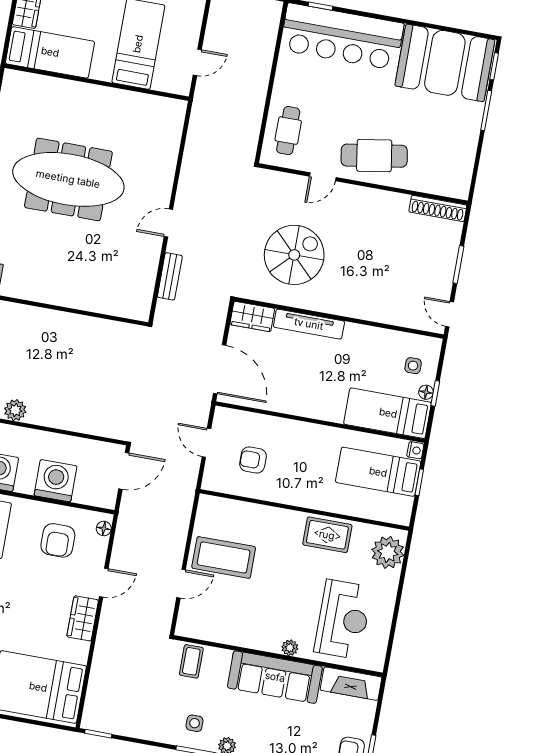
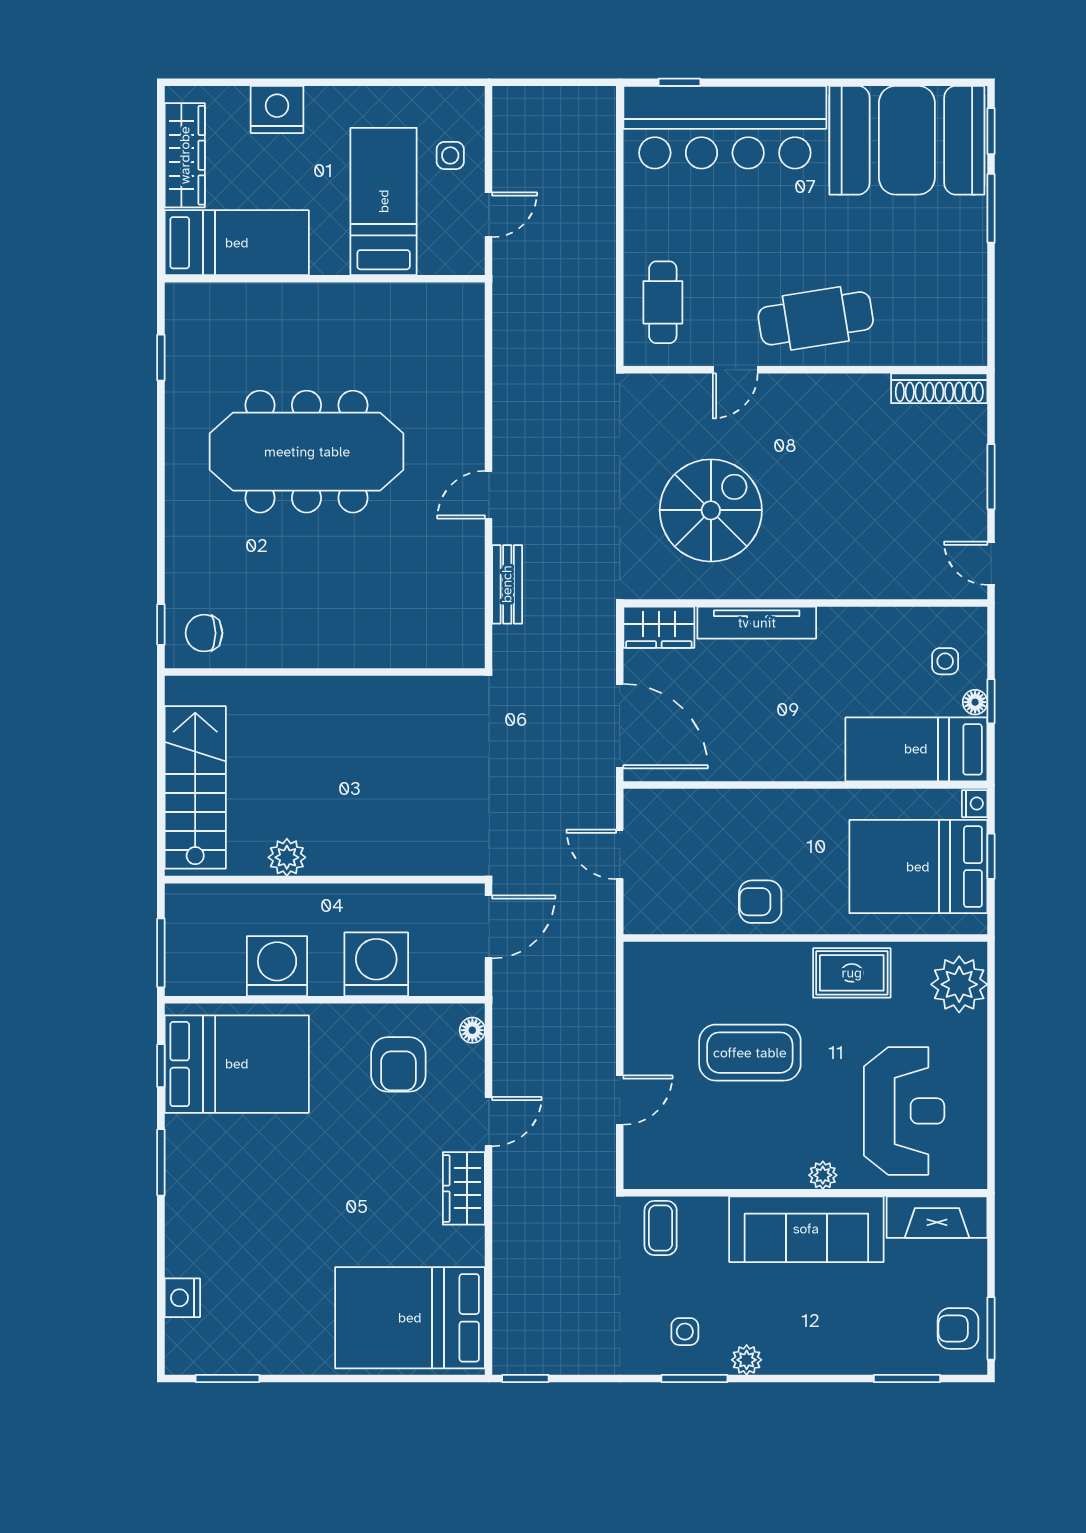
side table: (181, 24) -> (450, 155), added
armchair: (253, 460) -> (760, 902), moved
bed: (378, 472) -> (918, 867), width x1.50
coffee table: (224, 557) -> (750, 1053), moved

